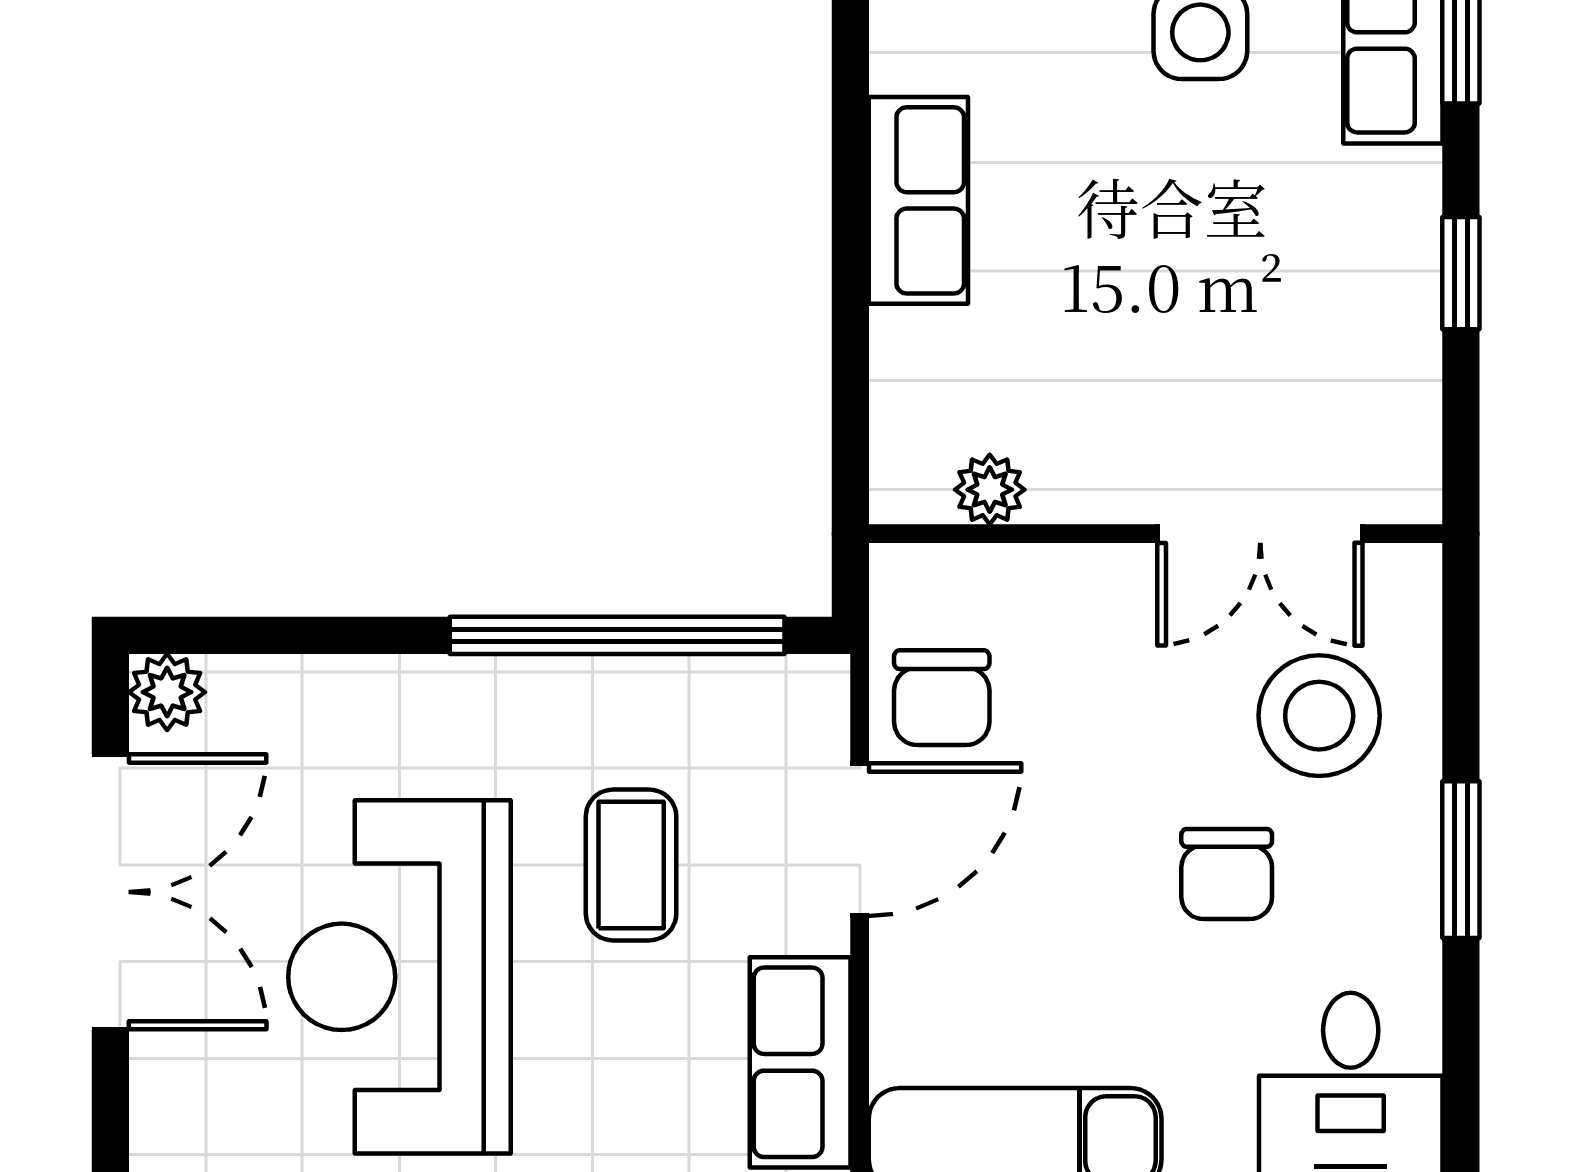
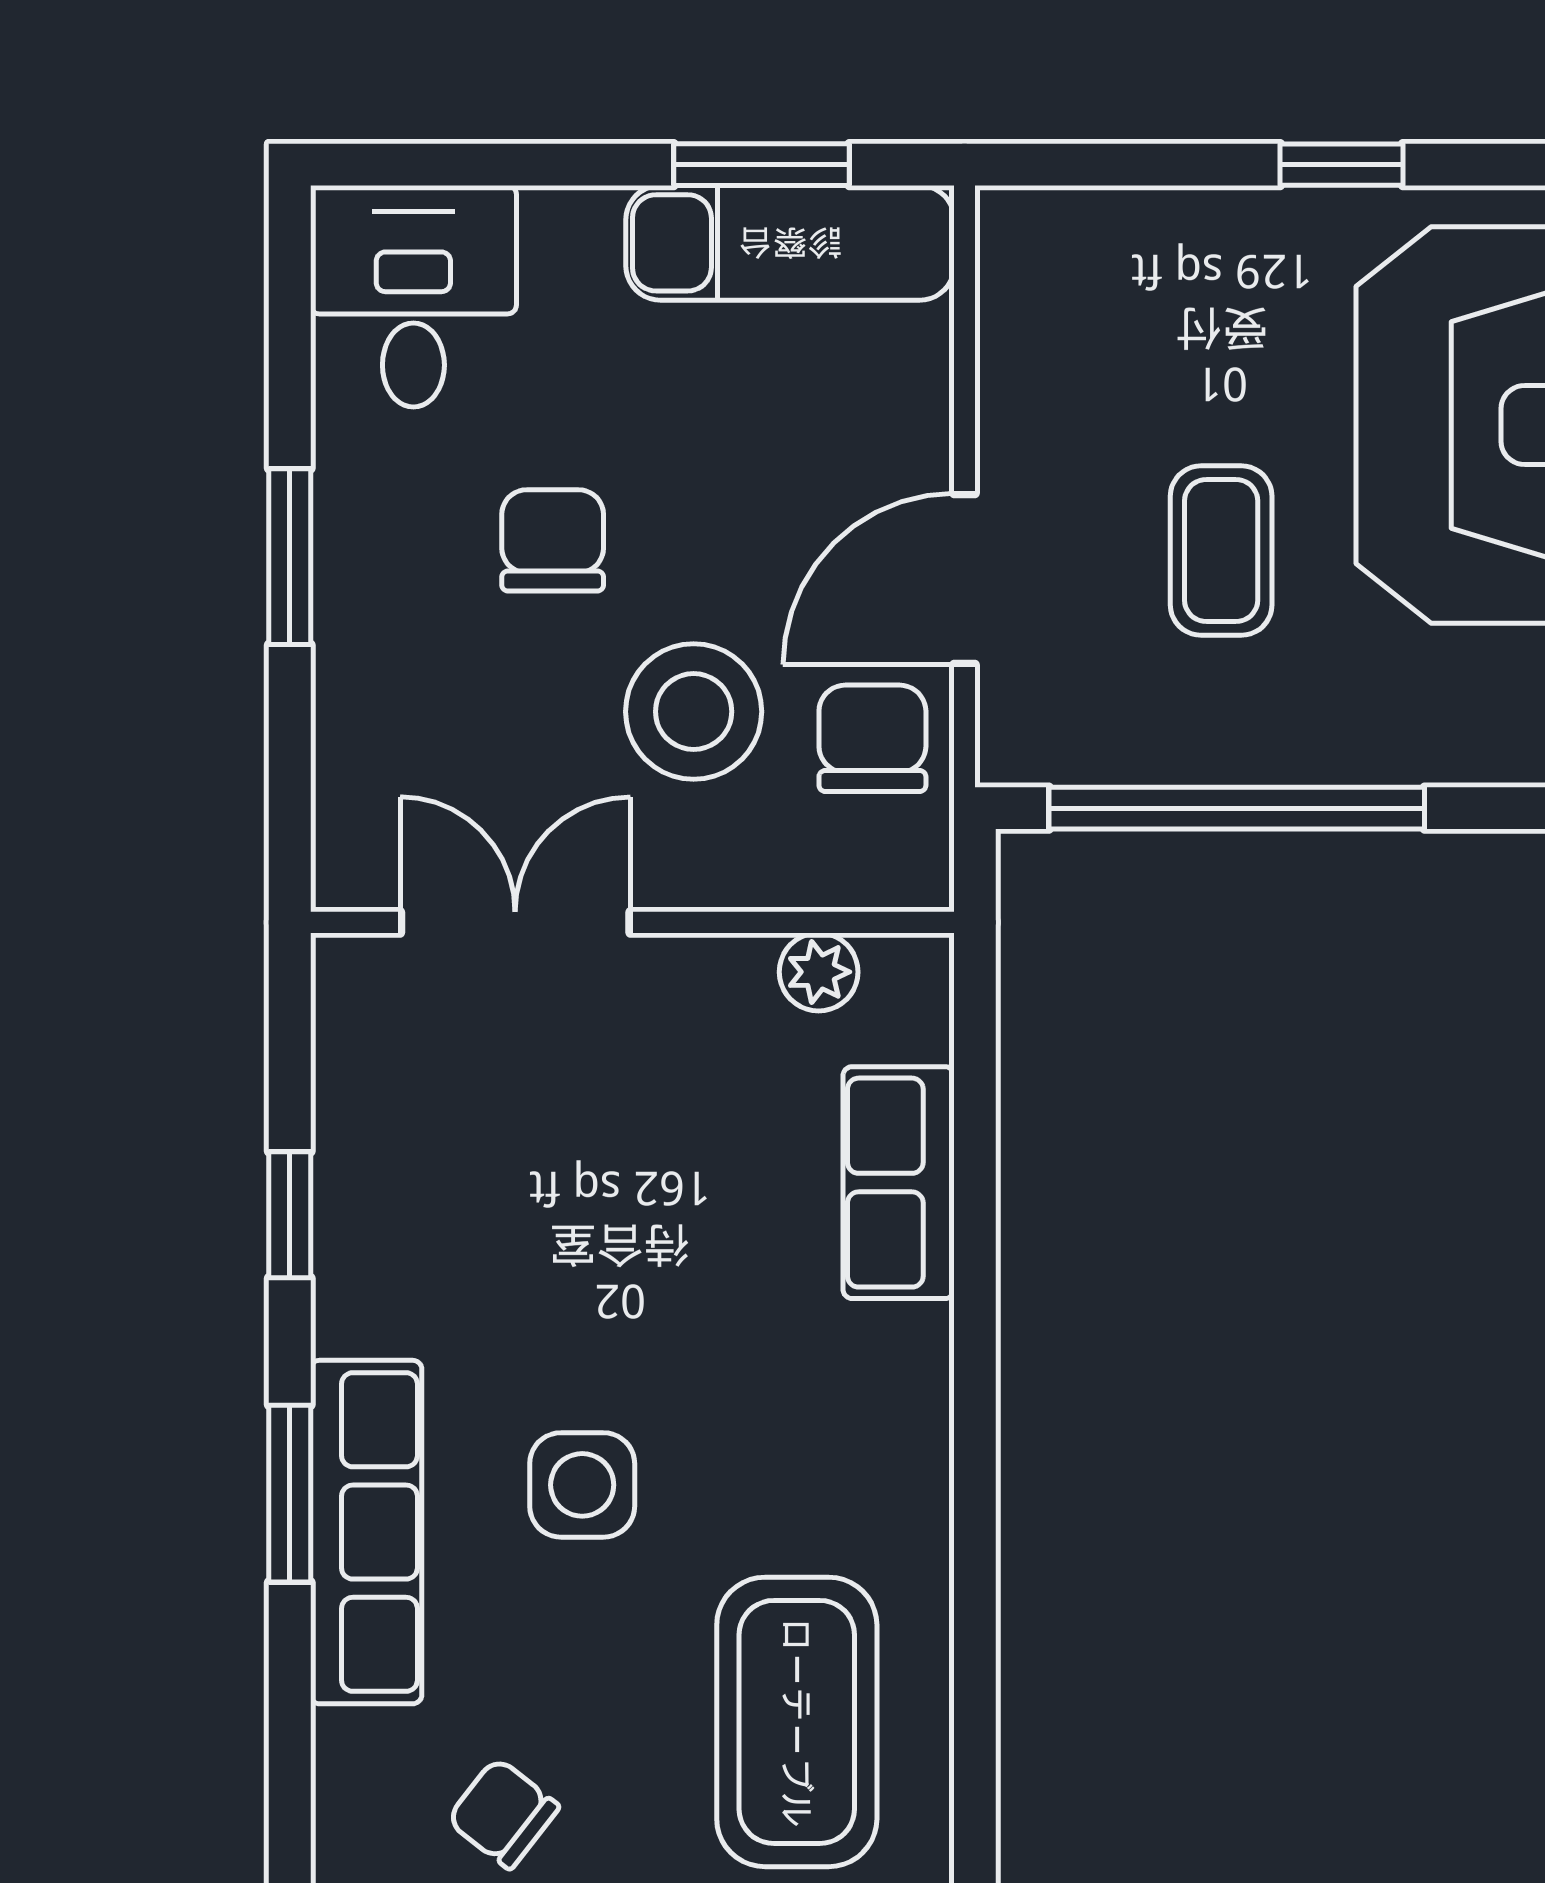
row of seats: (918, 200) -> (899, 1183), moved
stool: (1319, 716) -> (694, 712), moved
row of seats: (800, 1062) -> (1031, 329), removed

